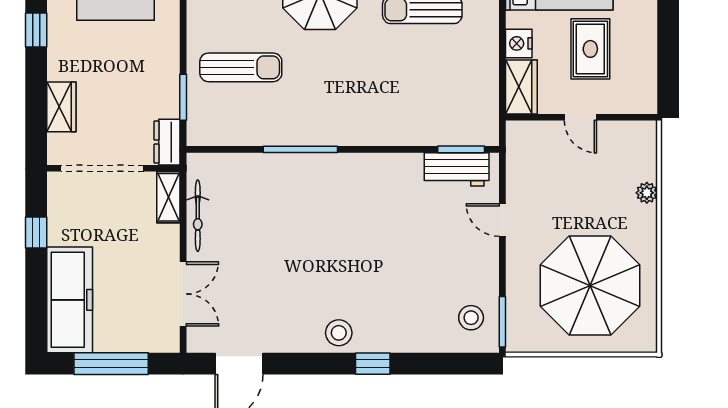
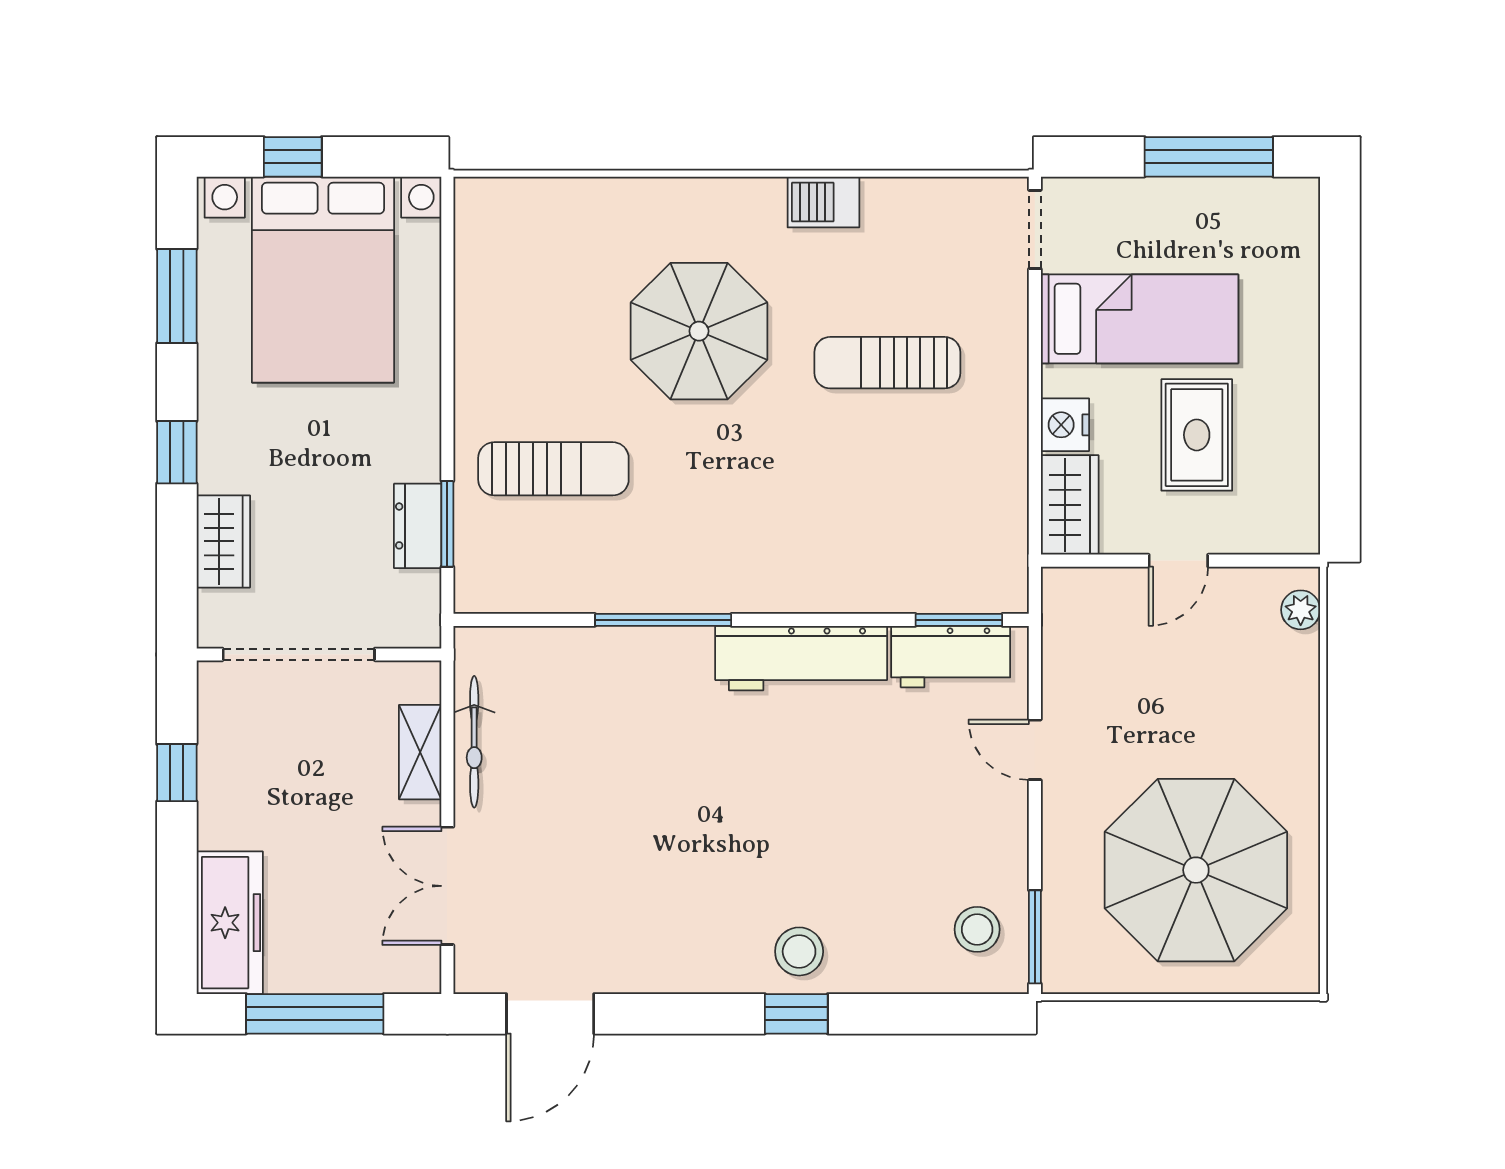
window: (36, 30) -> (177, 452), moved
door: (580, 117) -> (1178, 561), hinge flipped
dresser: (167, 142) -> (418, 526), moved
workbench: (375, 170) -> (801, 658), added
plant: (647, 193) -> (1301, 610), moved
shelving: (168, 197) -> (420, 752), moved
double door: (183, 294) -> (447, 886), swing flipped
freezer: (70, 300) -> (230, 923), width x0.73, depth x0.79
stool: (339, 333) -> (799, 951), moved

